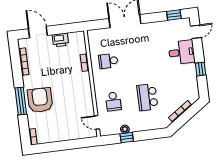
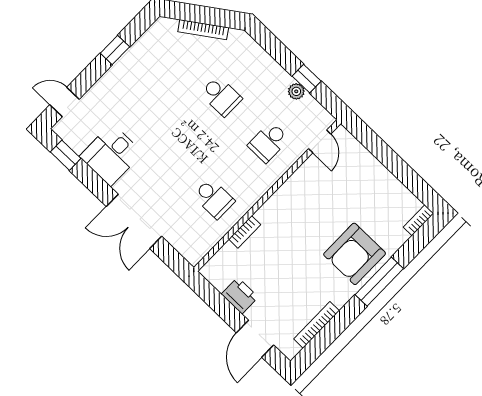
desk: (182, 52) -> (111, 155), moved, turned -90
school desk: (147, 97) -> (221, 96), width x0.54
school desk: (113, 101) -> (268, 142), turned 180

